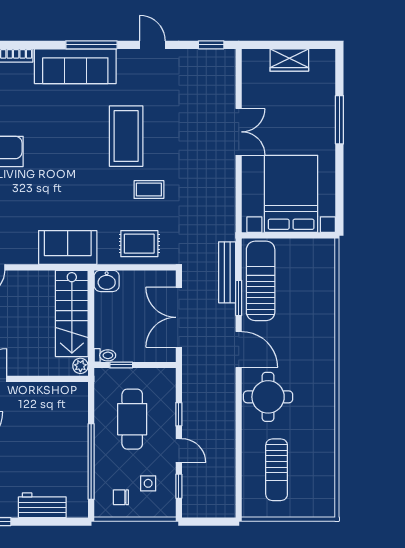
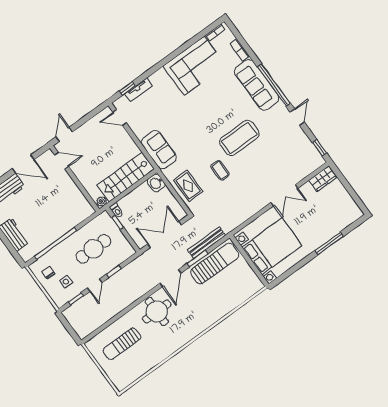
window: (91, 45) -> (274, 85), width x1.46
wardrobe: (289, 60) -> (323, 178), moved, turned -90

